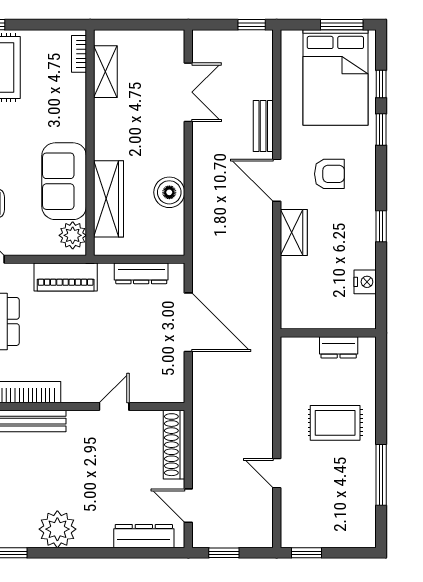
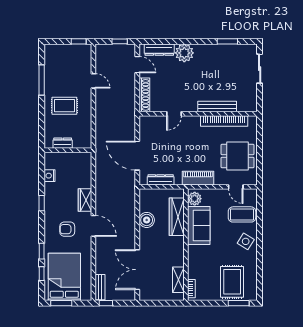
double door: (188, 92) -> (137, 270), width x1.37
bench: (263, 126) -> (100, 287), moved
plant: (57, 529) -> (184, 53), moved

